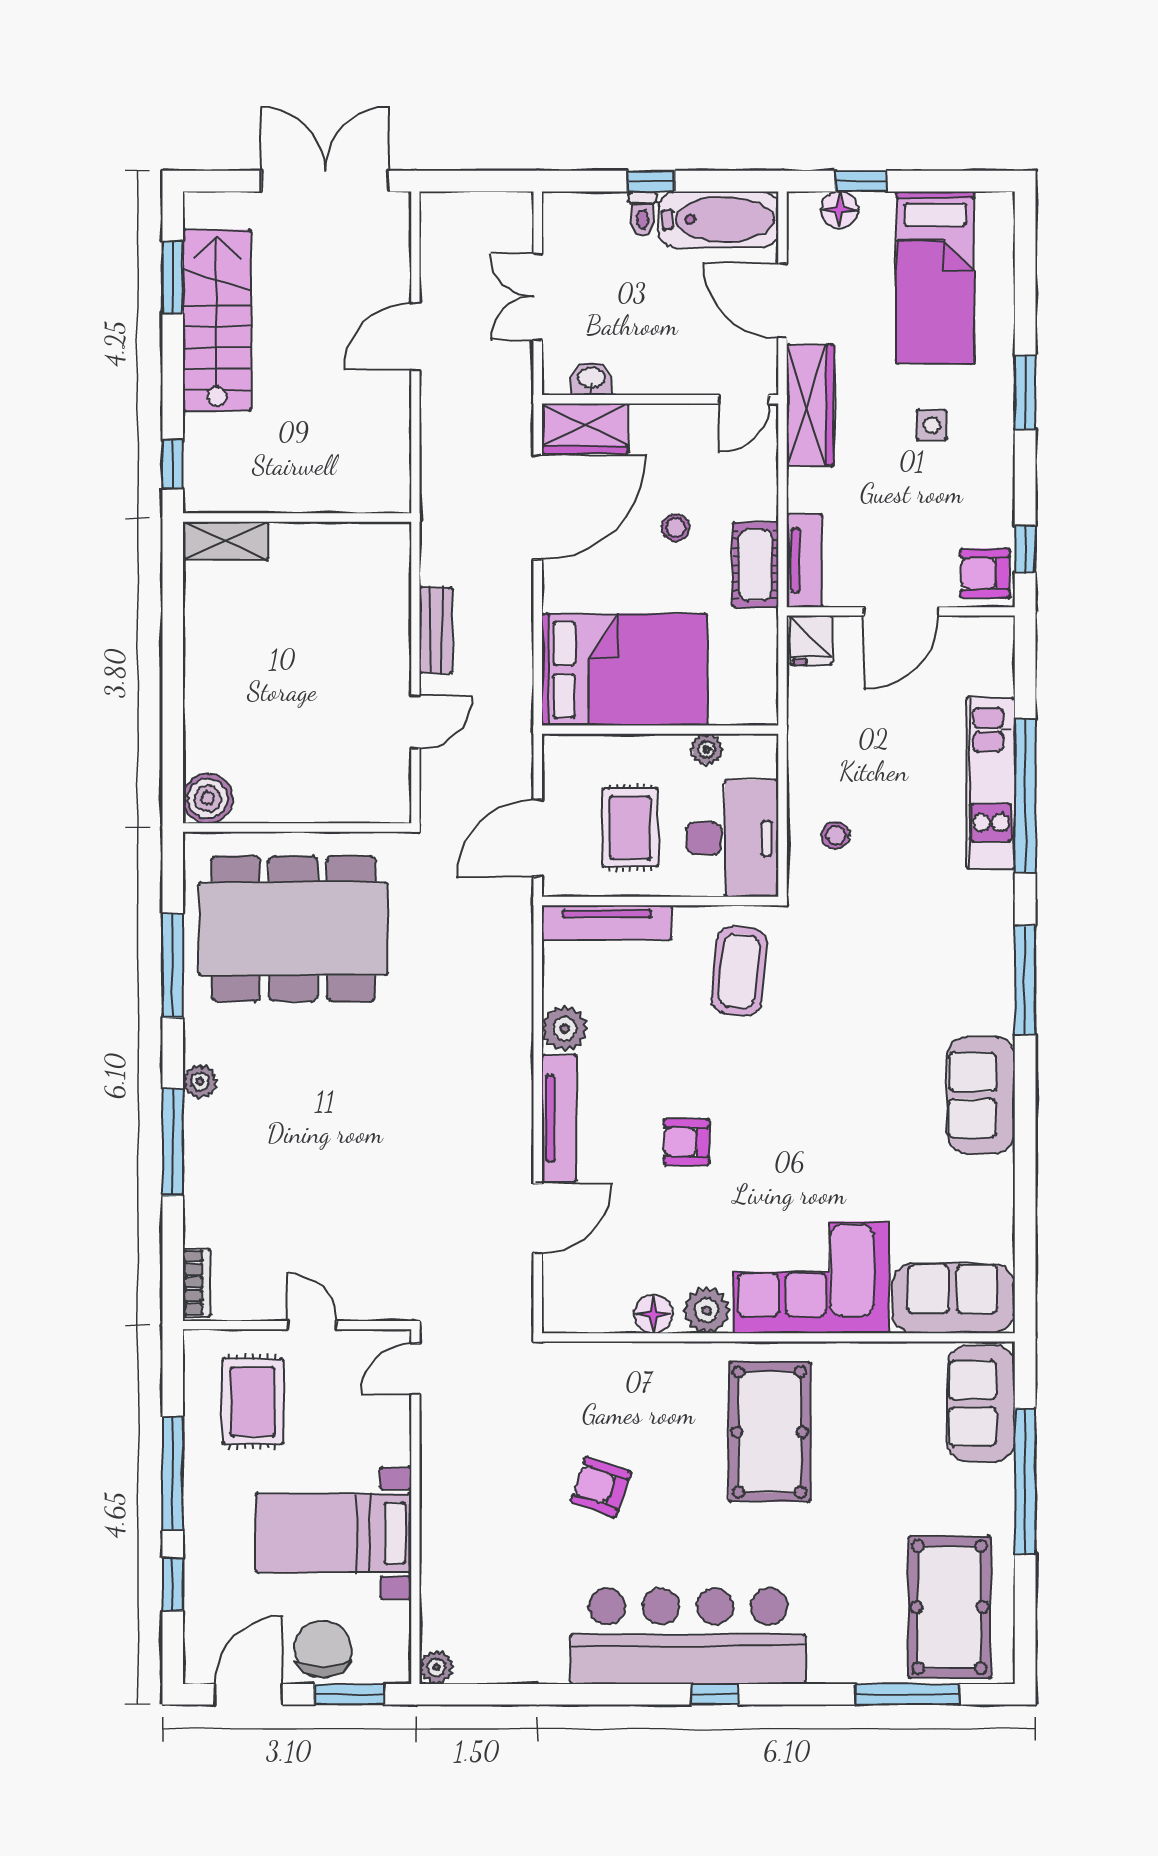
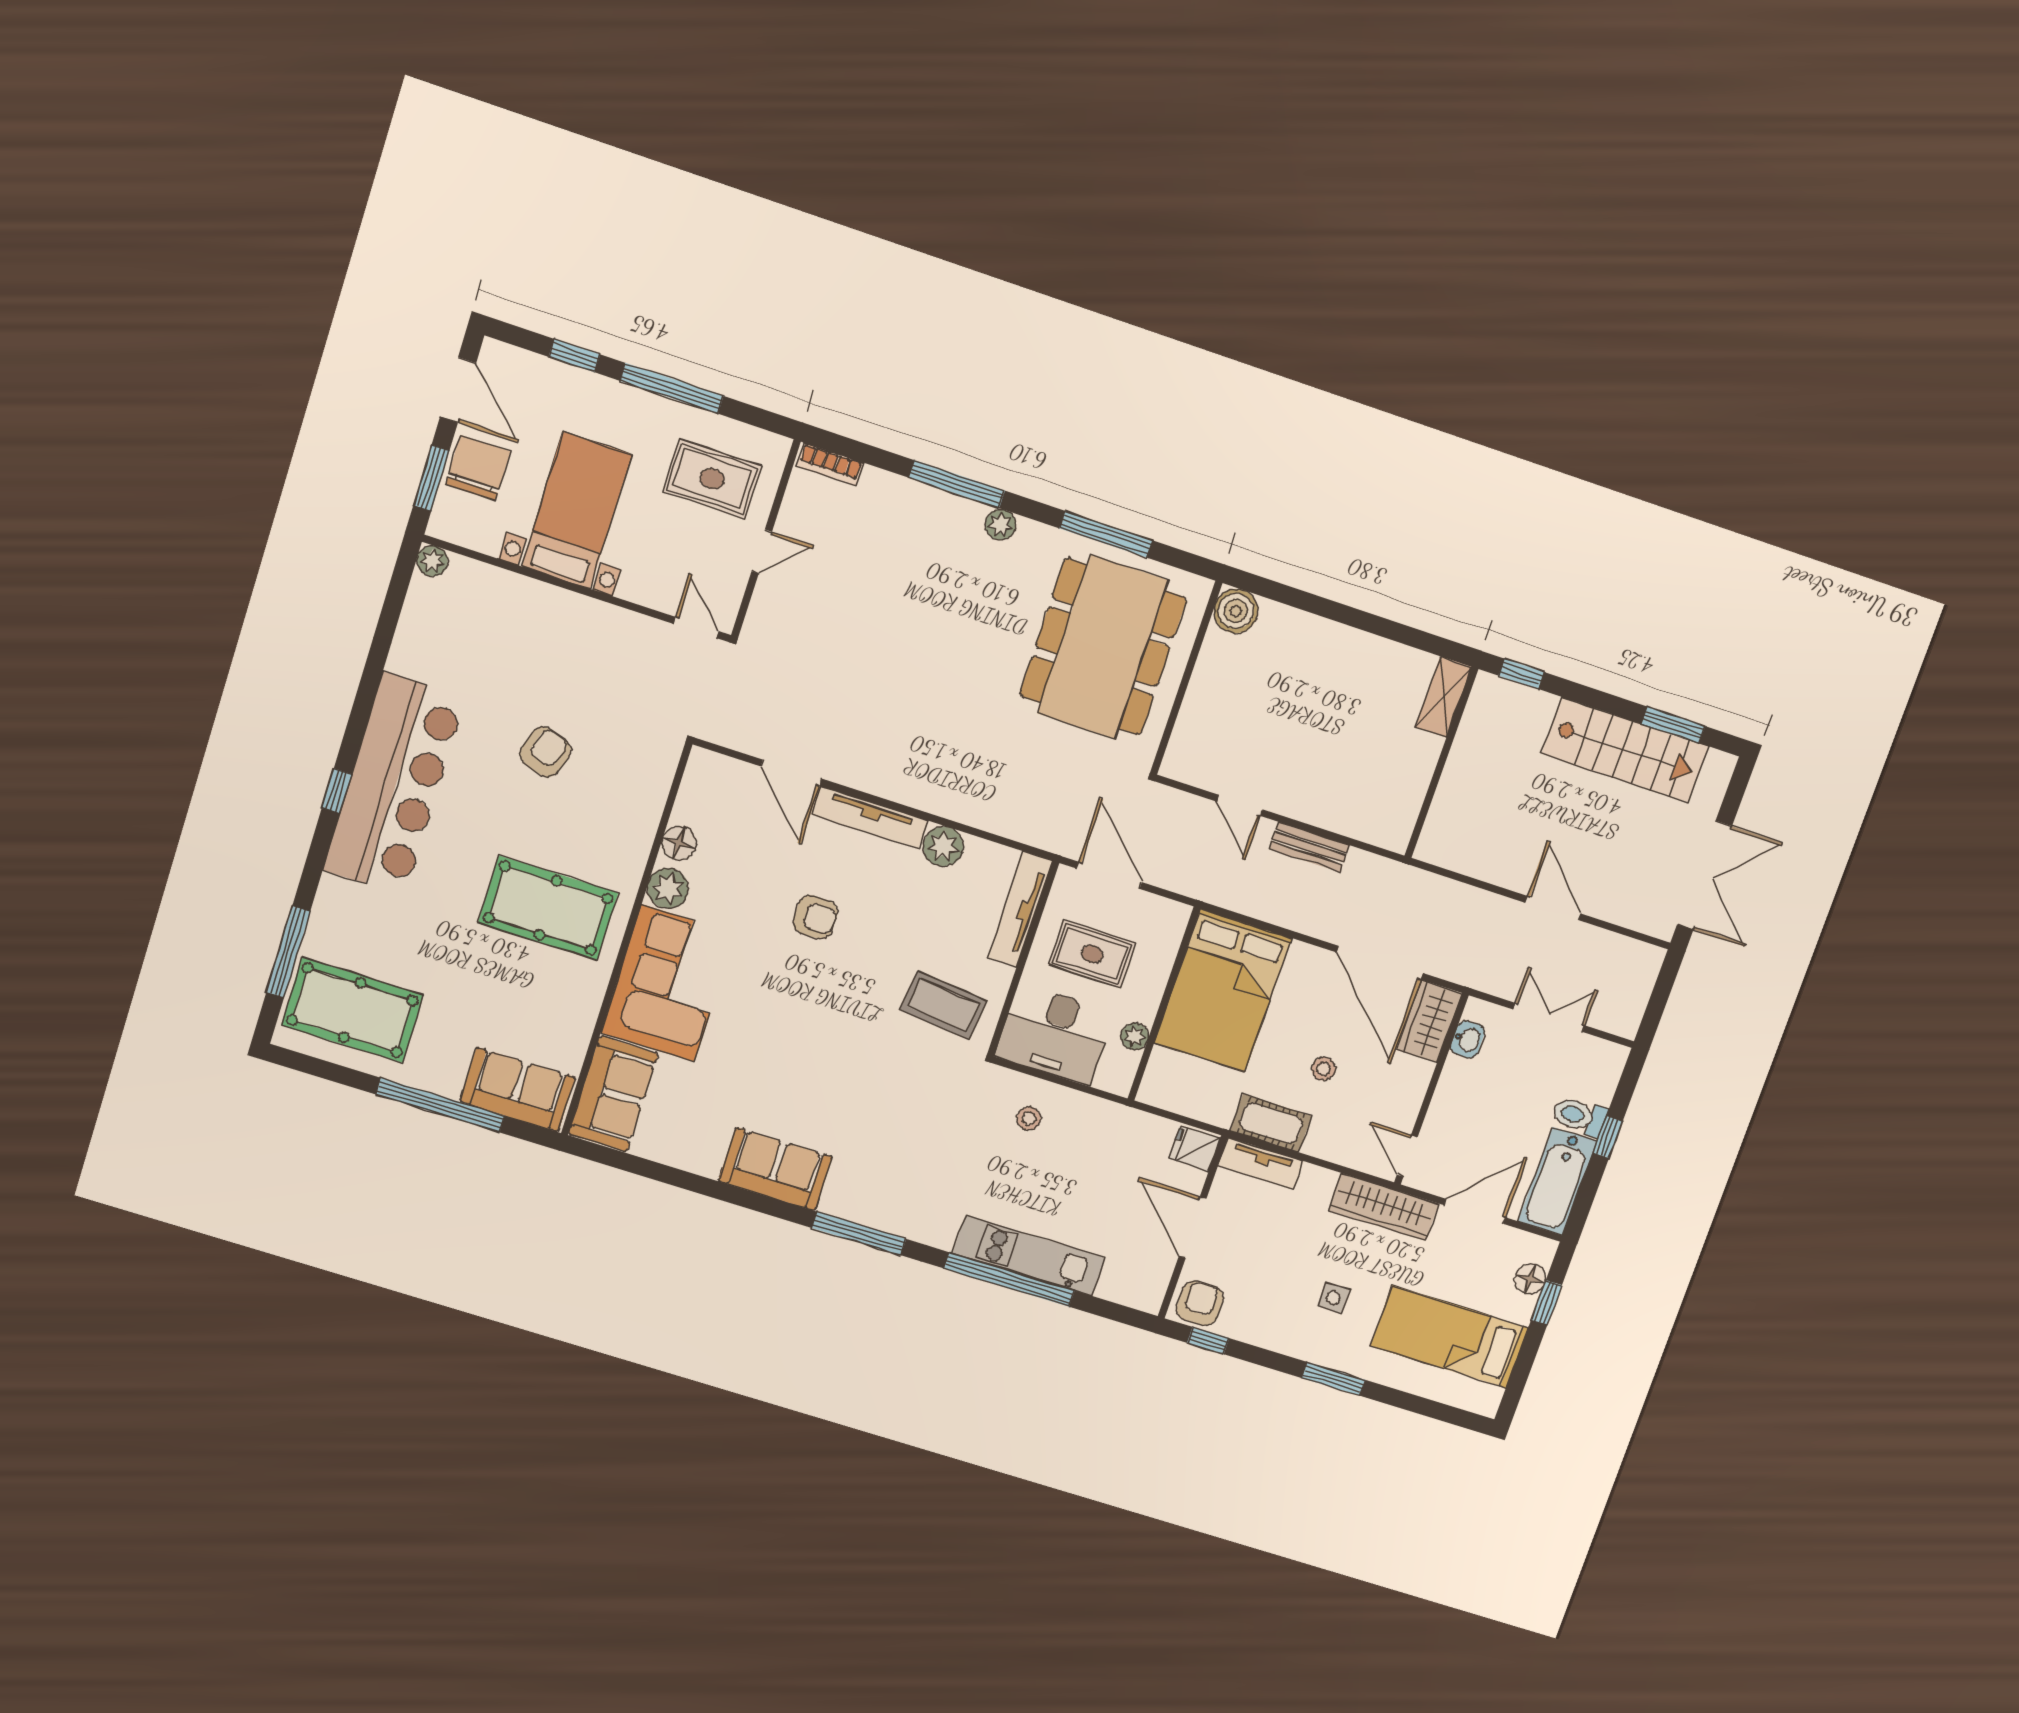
toilet: (642, 213) -> (1579, 1116), width x1.37, depth x1.39
armchair: (687, 1142) -> (815, 917), turned 90
chair: (323, 1649) -> (478, 468), turned -90

